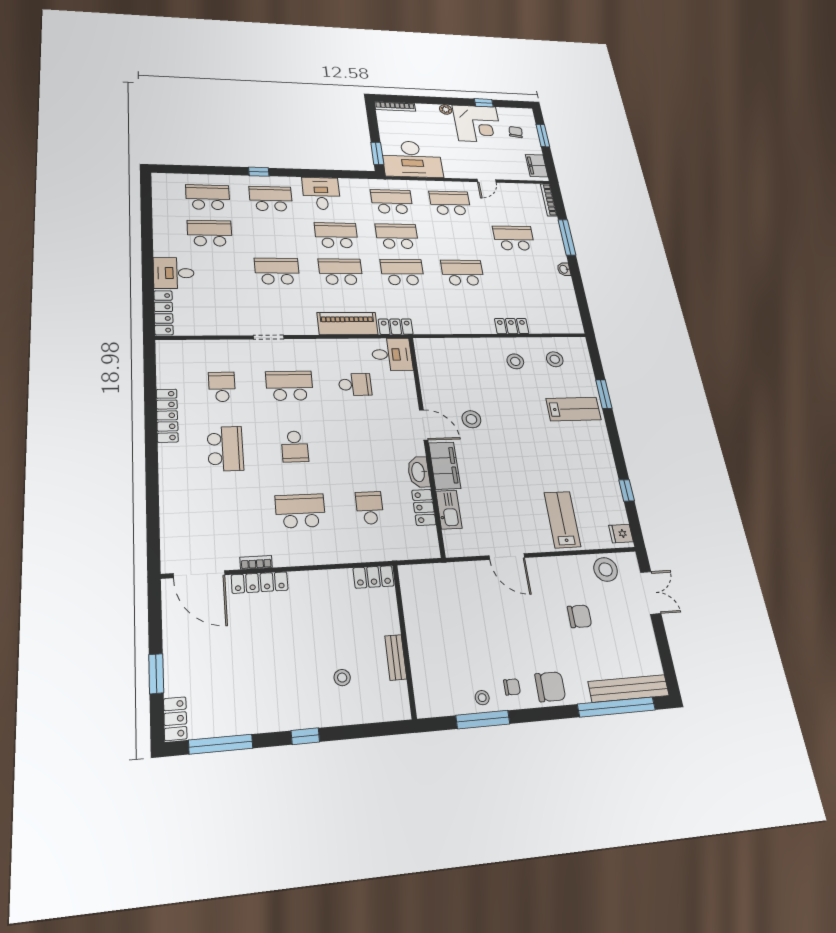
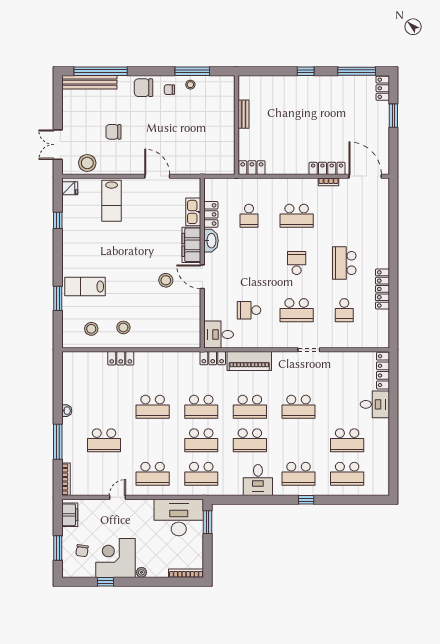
stool: (342, 678) -> (279, 104), removed

